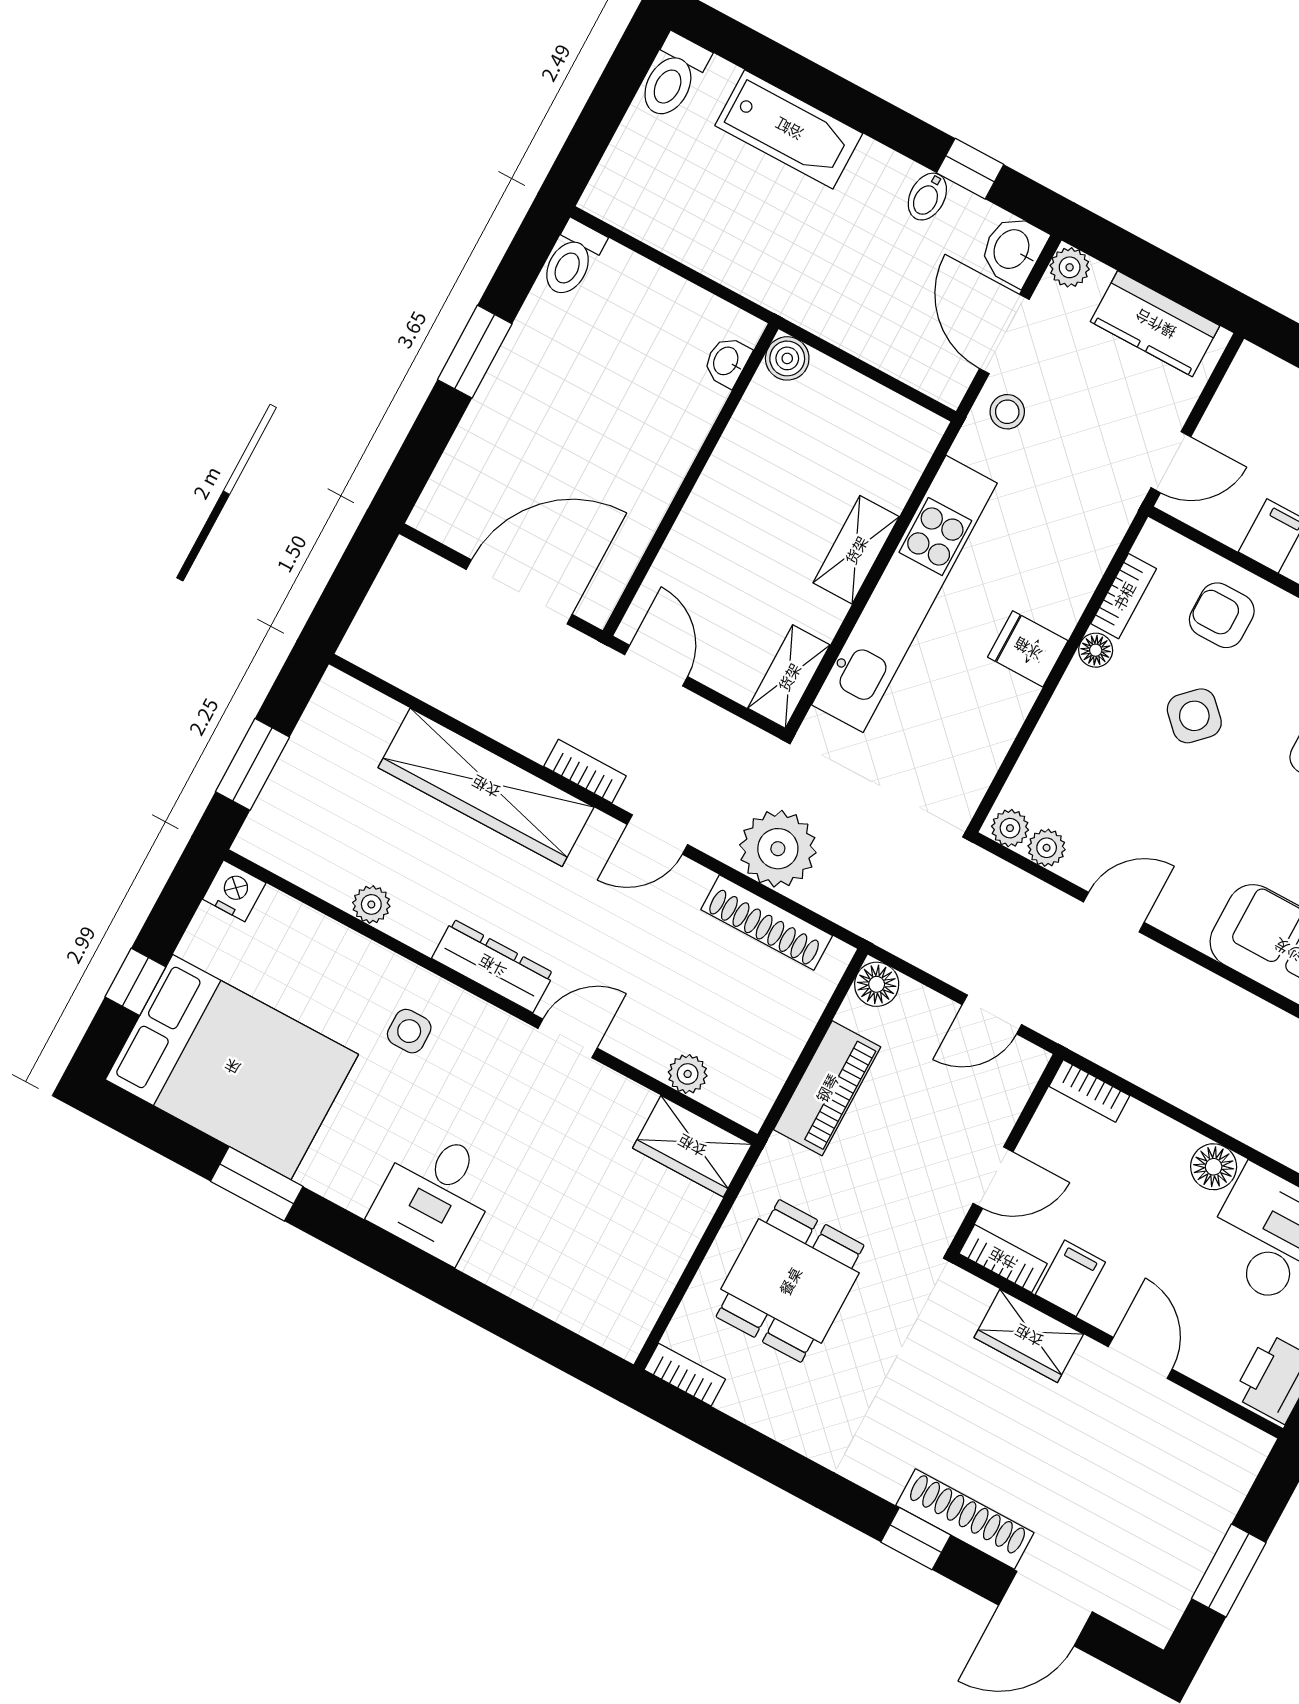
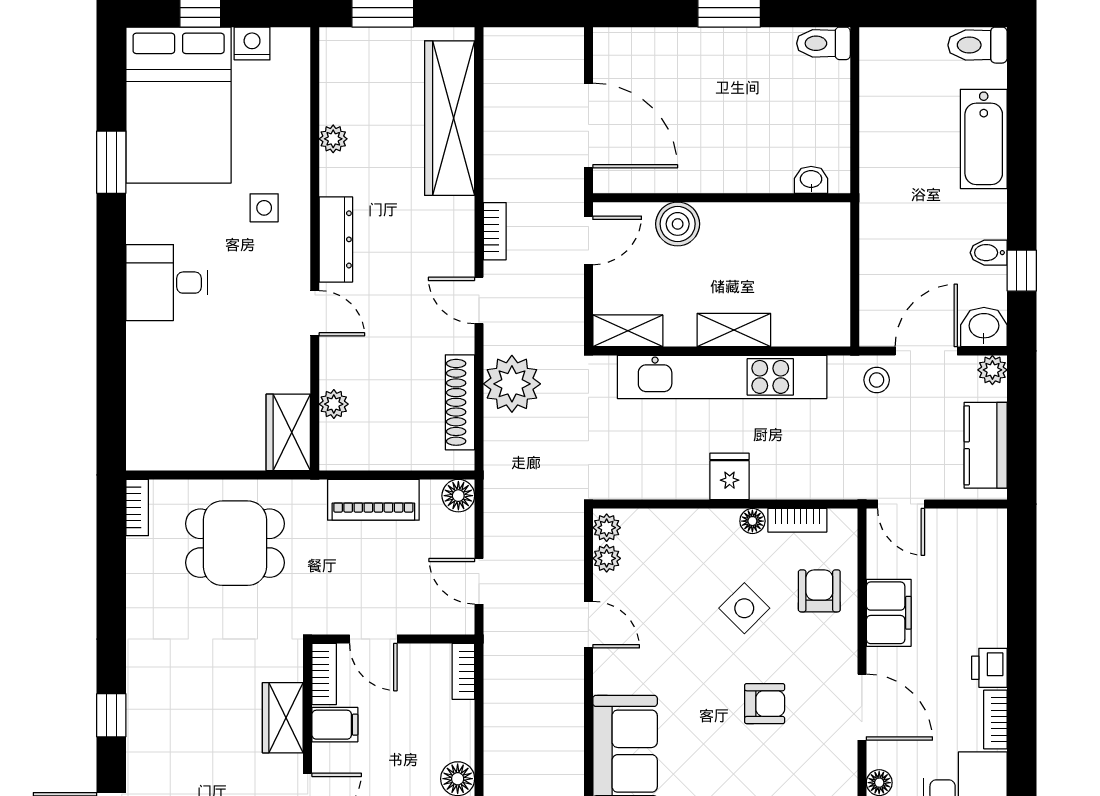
boiler: (787, 358) -> (678, 224), moved, width x1.36, depth x1.36
wardrobe: (486, 787) -> (450, 118), moved
nightstand: (234, 891) -> (252, 43), moved, turned -90
shoe rack: (965, 1519) -> (141, 740), removed

